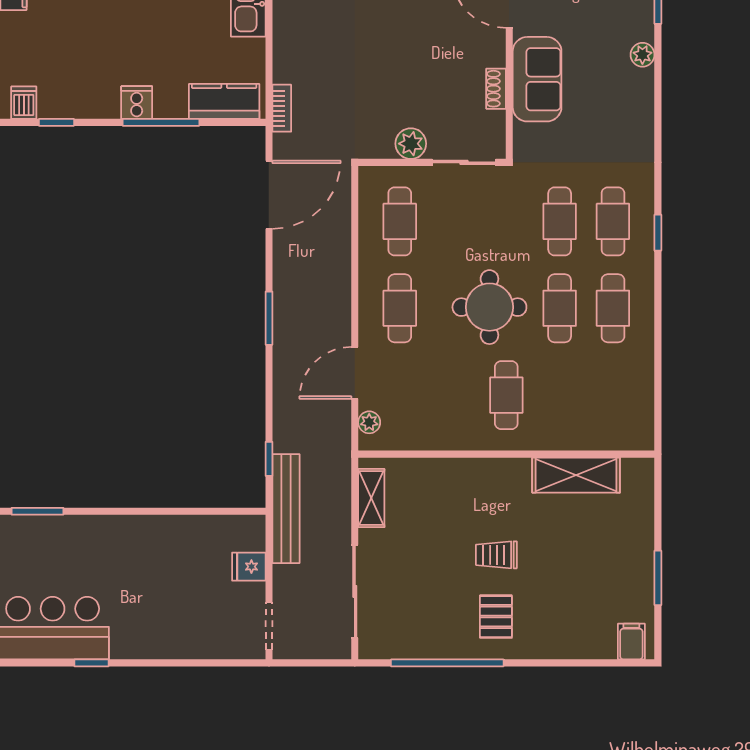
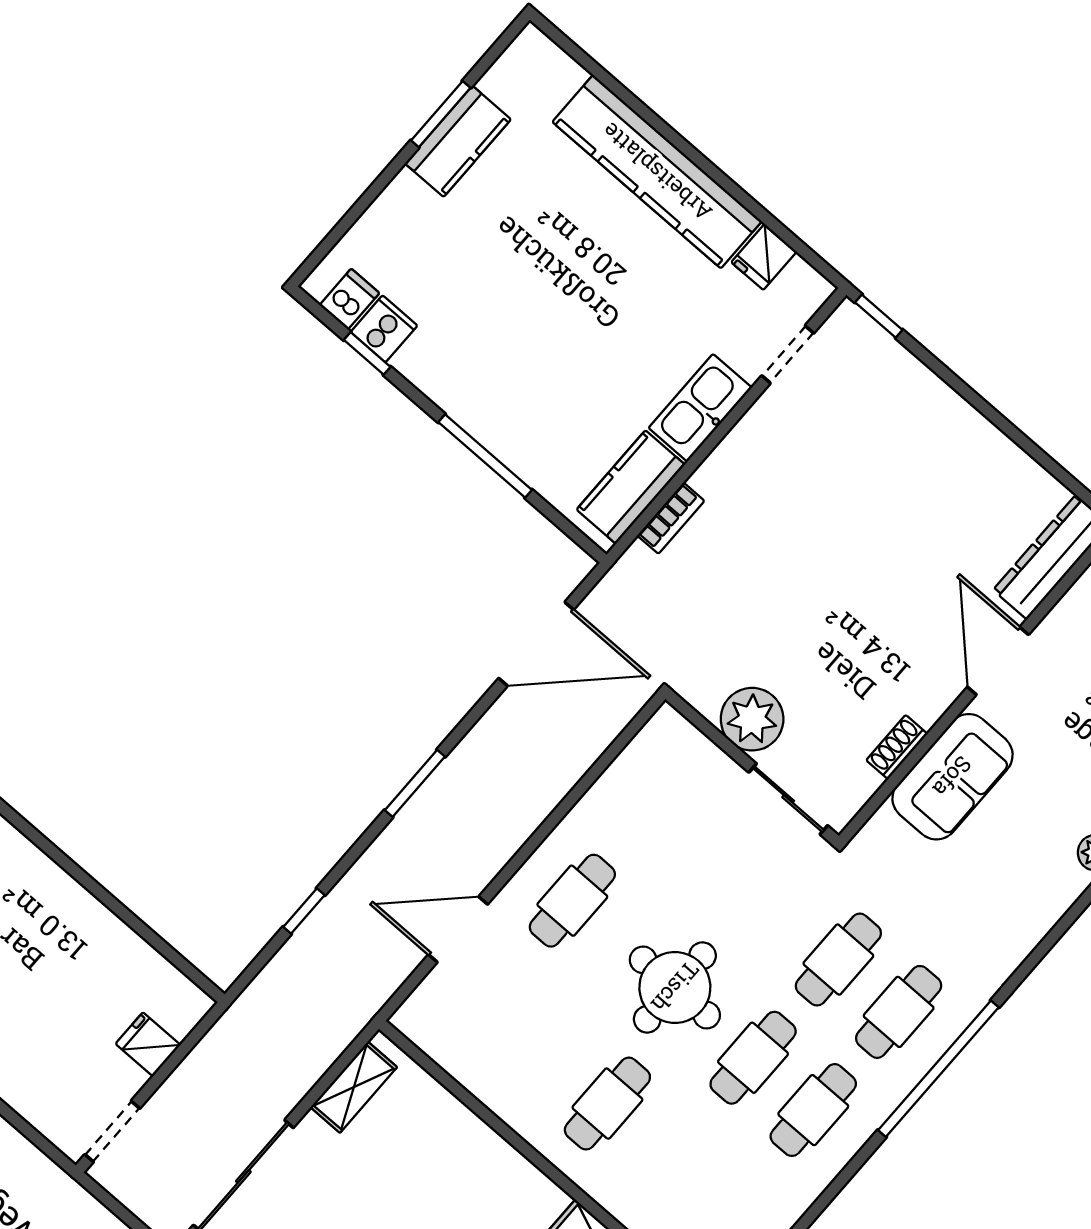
kitchen counter: (224, 101) -> (631, 487), moved, turned -90
cooker: (137, 103) -> (384, 329), moved
bookcase: (282, 108) -> (671, 518), moved
plant: (411, 144) -> (752, 719), width x1.36, depth x1.36
cafe table: (400, 221) -> (658, 802), removed
window: (658, 233) -> (938, 1069), width x3.17
plant: (369, 422) -> (426, 1000), removed
window: (269, 459) -> (304, 911), moved
bench: (286, 509) -> (247, 1015), removed

